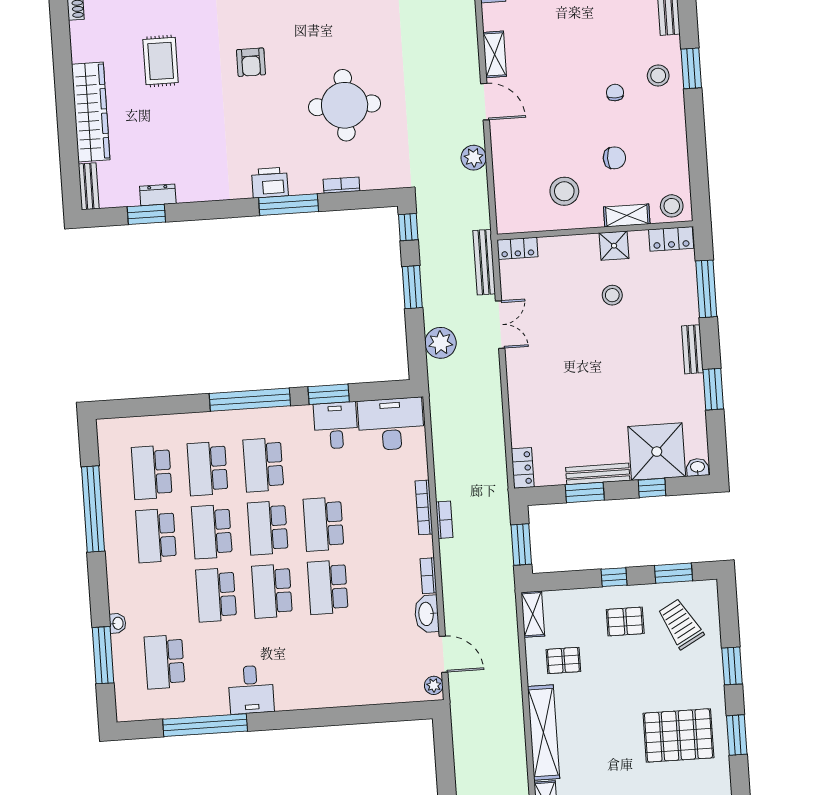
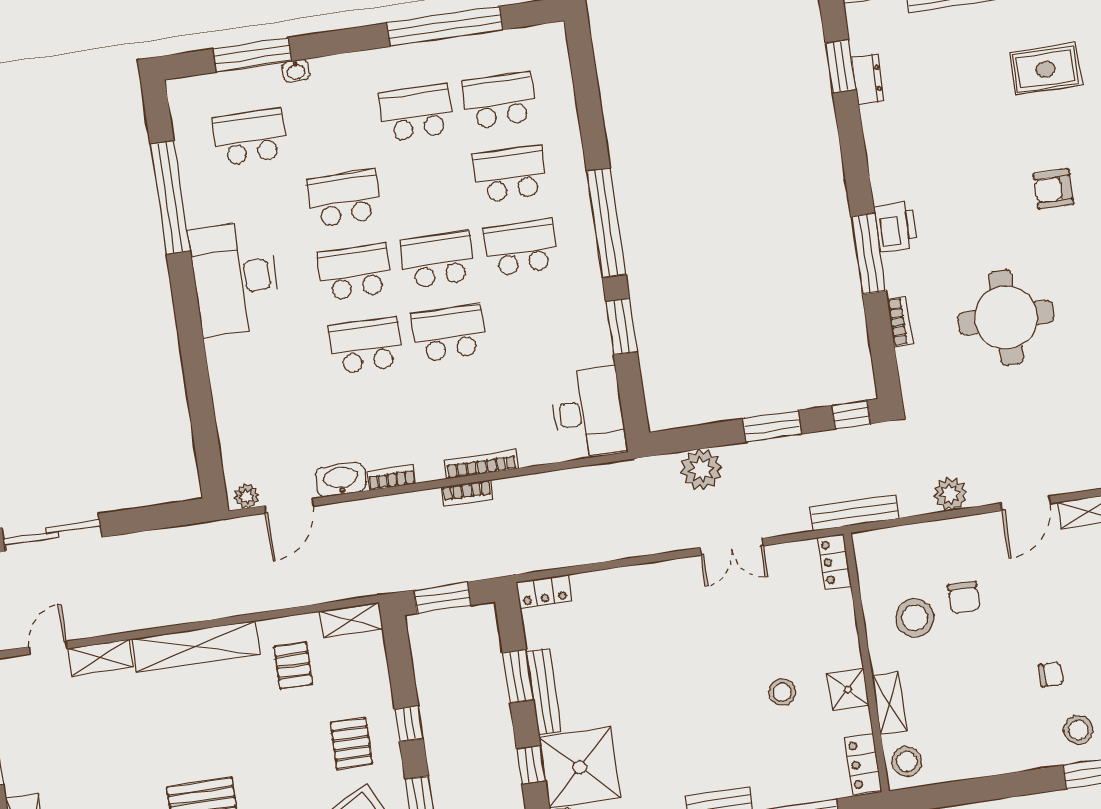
chair: (614, 158) -> (964, 597), moved
bench: (484, 262) -> (855, 513), moved
desk: (336, 425) -> (581, 339), removed
school desk: (212, 532) -> (427, 186), removed
desk: (251, 690) -> (235, 278), width x1.87, depth x1.30

